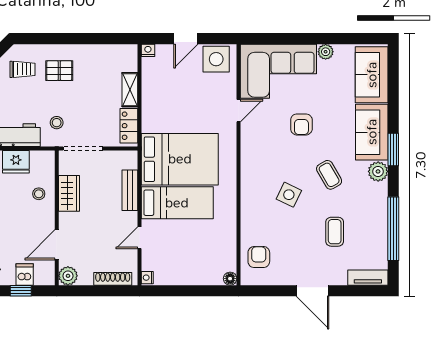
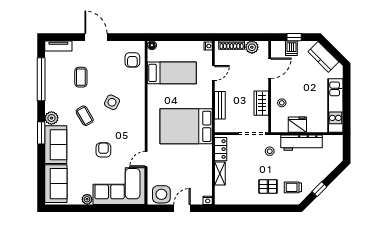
bed: (177, 203) -> (172, 73), moved, turned 180
plant: (68, 276) -> (252, 47), moved

